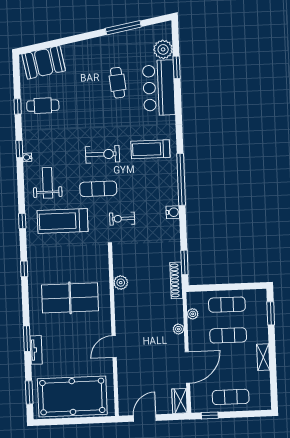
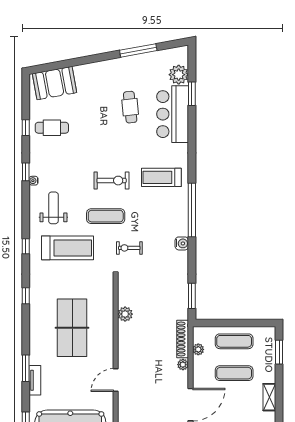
treadmill: (63, 221) -> (68, 248), turned 180
shoe rack: (176, 280) -> (183, 339), moved
table tennis table: (70, 298) -> (72, 328), turned 90

